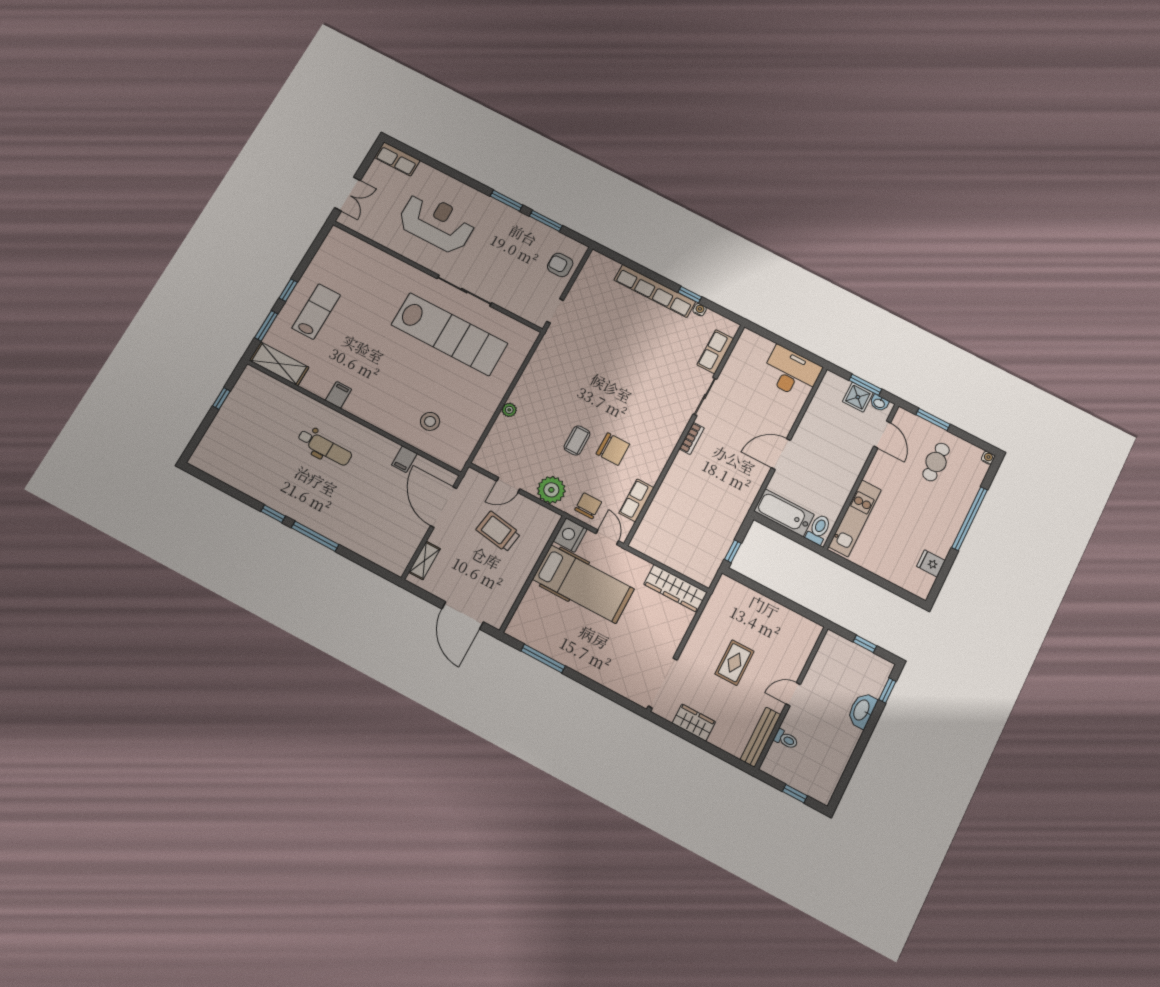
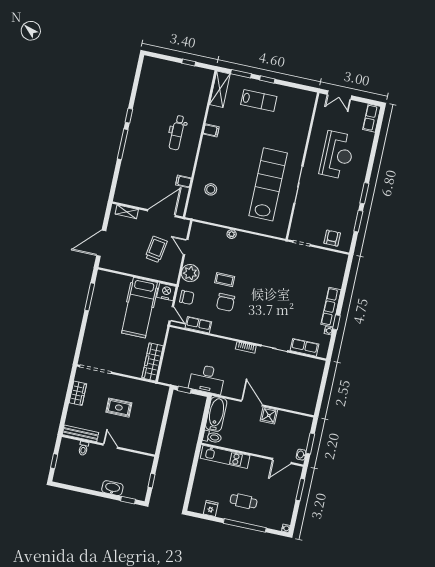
row of seats: (655, 291) -> (331, 307), width x0.73
lab bench: (449, 334) -> (268, 184), turned 180
desk: (791, 372) -> (207, 379), moved, turned 90
shower: (858, 397) -> (269, 415), moved
cafe table: (936, 462) -> (244, 501), moved
door: (607, 537) -> (171, 314), hinge flipped

